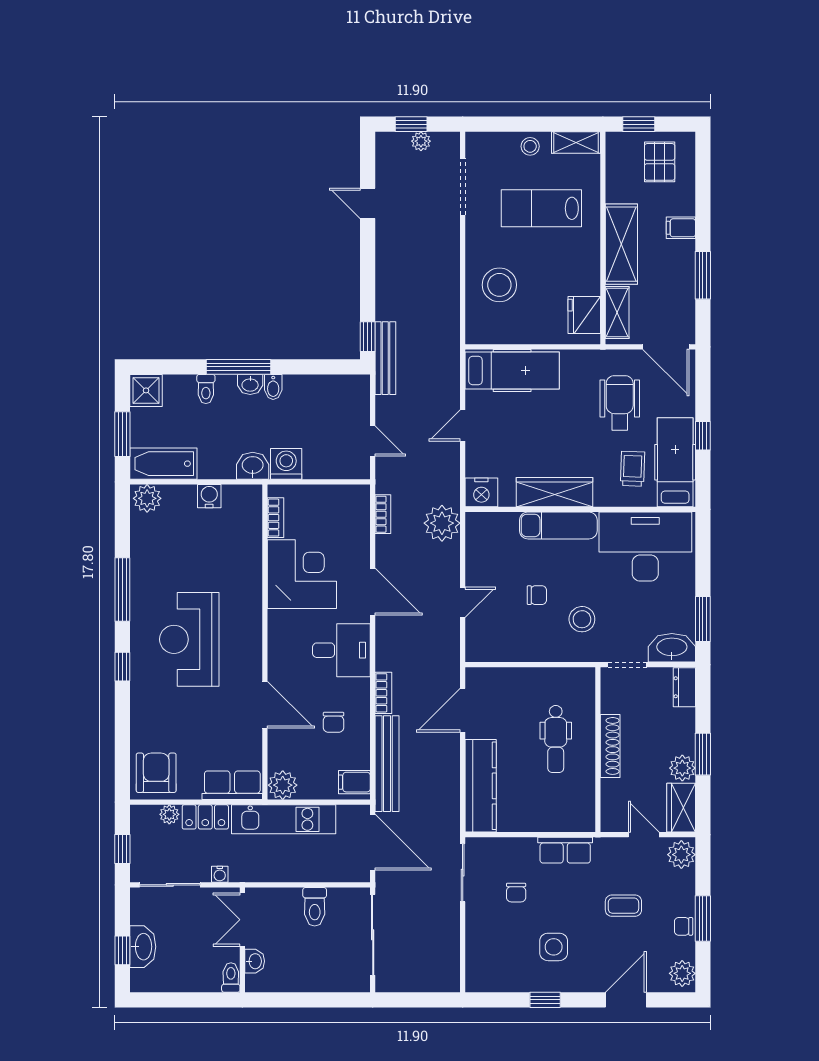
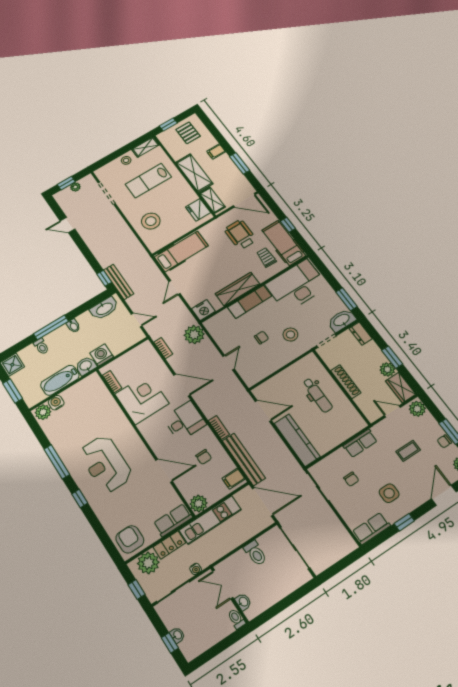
washbasin: (250, 384) -> (104, 308), moved, width x1.91, depth x1.45
bathtub: (163, 464) -> (60, 380), moved
water cooler: (209, 496) -> (56, 403), moved
door: (463, 710) -> (263, 411), swing flipped
plant: (169, 814) -> (148, 563), width x1.88, depth x1.88
washbasin: (143, 947) -> (177, 635), width x0.52, depth x0.69
row of seats: (494, 978) -> (371, 528), added

